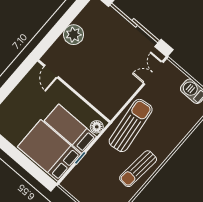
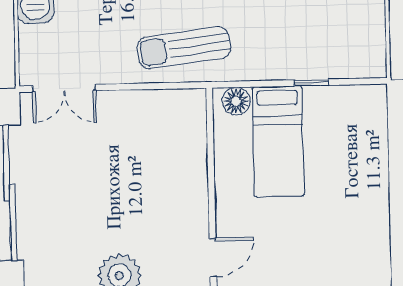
sun lounger: (131, 125) -> (184, 48), width x0.73, depth x0.75
bed: (49, 151) -> (345, 144), removed

